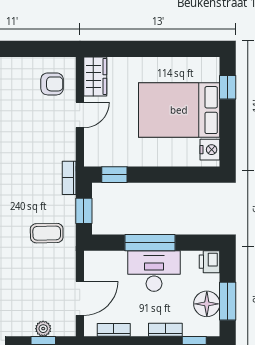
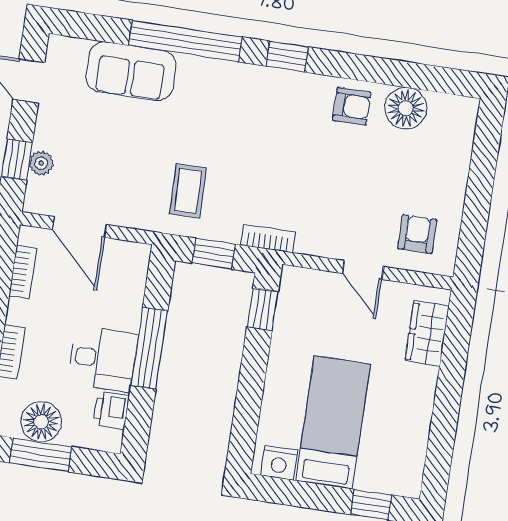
wardrobe: (95, 76) -> (427, 333), moved, turned 90
armchair: (52, 84) -> (417, 234), turned 180
bed: (179, 110) -> (333, 422), width x0.67
printer: (210, 262) -> (111, 410), moved, turned -90
desk: (154, 271) -> (103, 359), width x0.73

